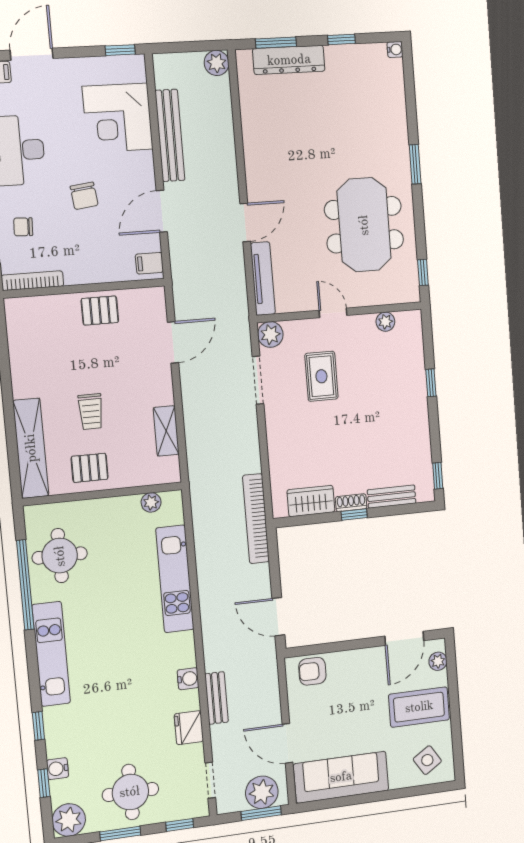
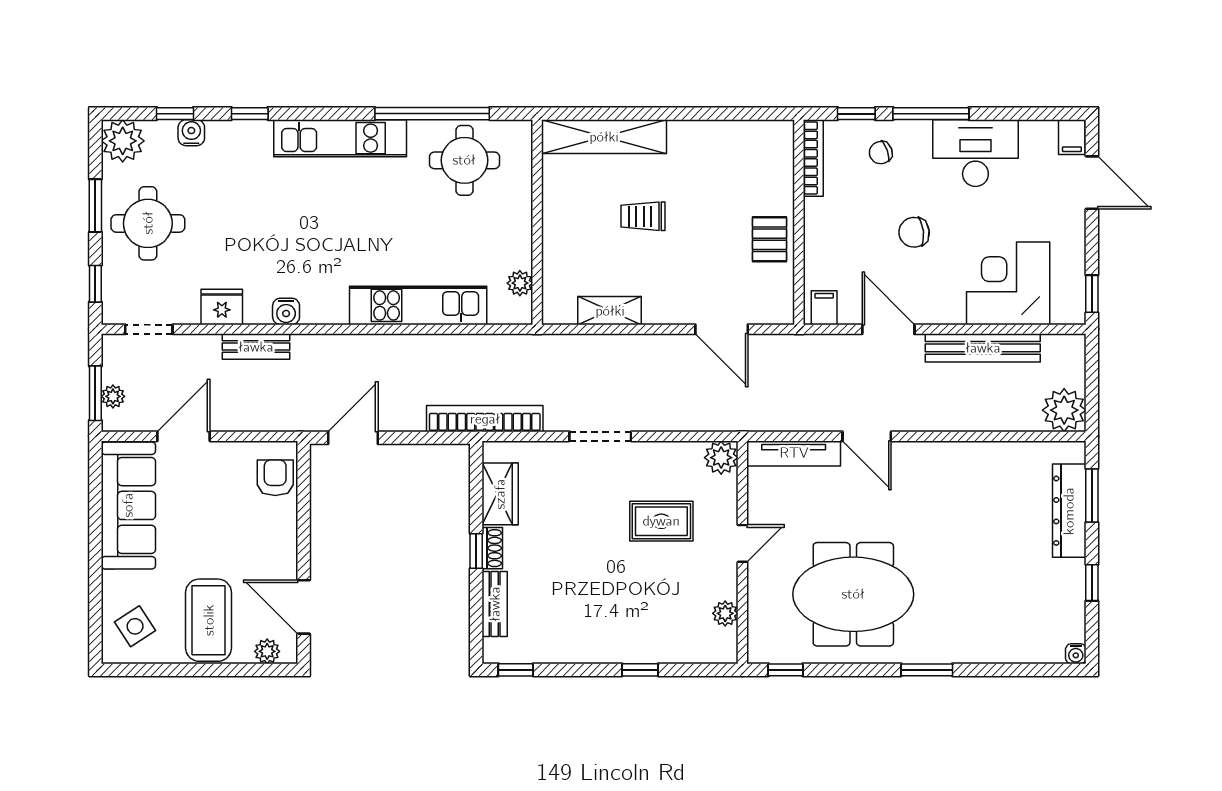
plant: (217, 63) -> (1064, 410), width x1.36, depth x1.36
chair: (23, 227) -> (881, 153), turned -113
doorway: (258, 380) -> (600, 436), moved
pallet: (90, 468) -> (572, 208), removed
plant: (262, 792) -> (113, 396), width x0.53, depth x0.53

